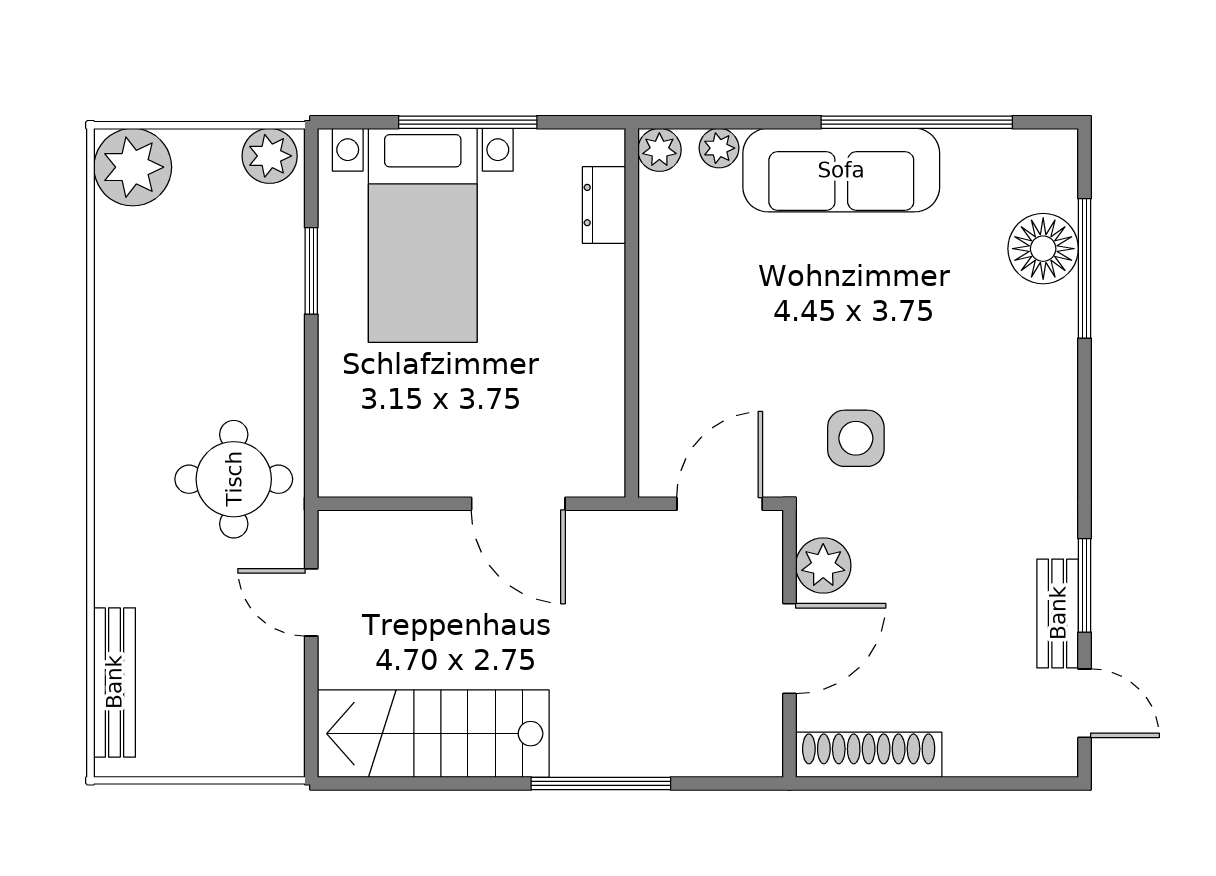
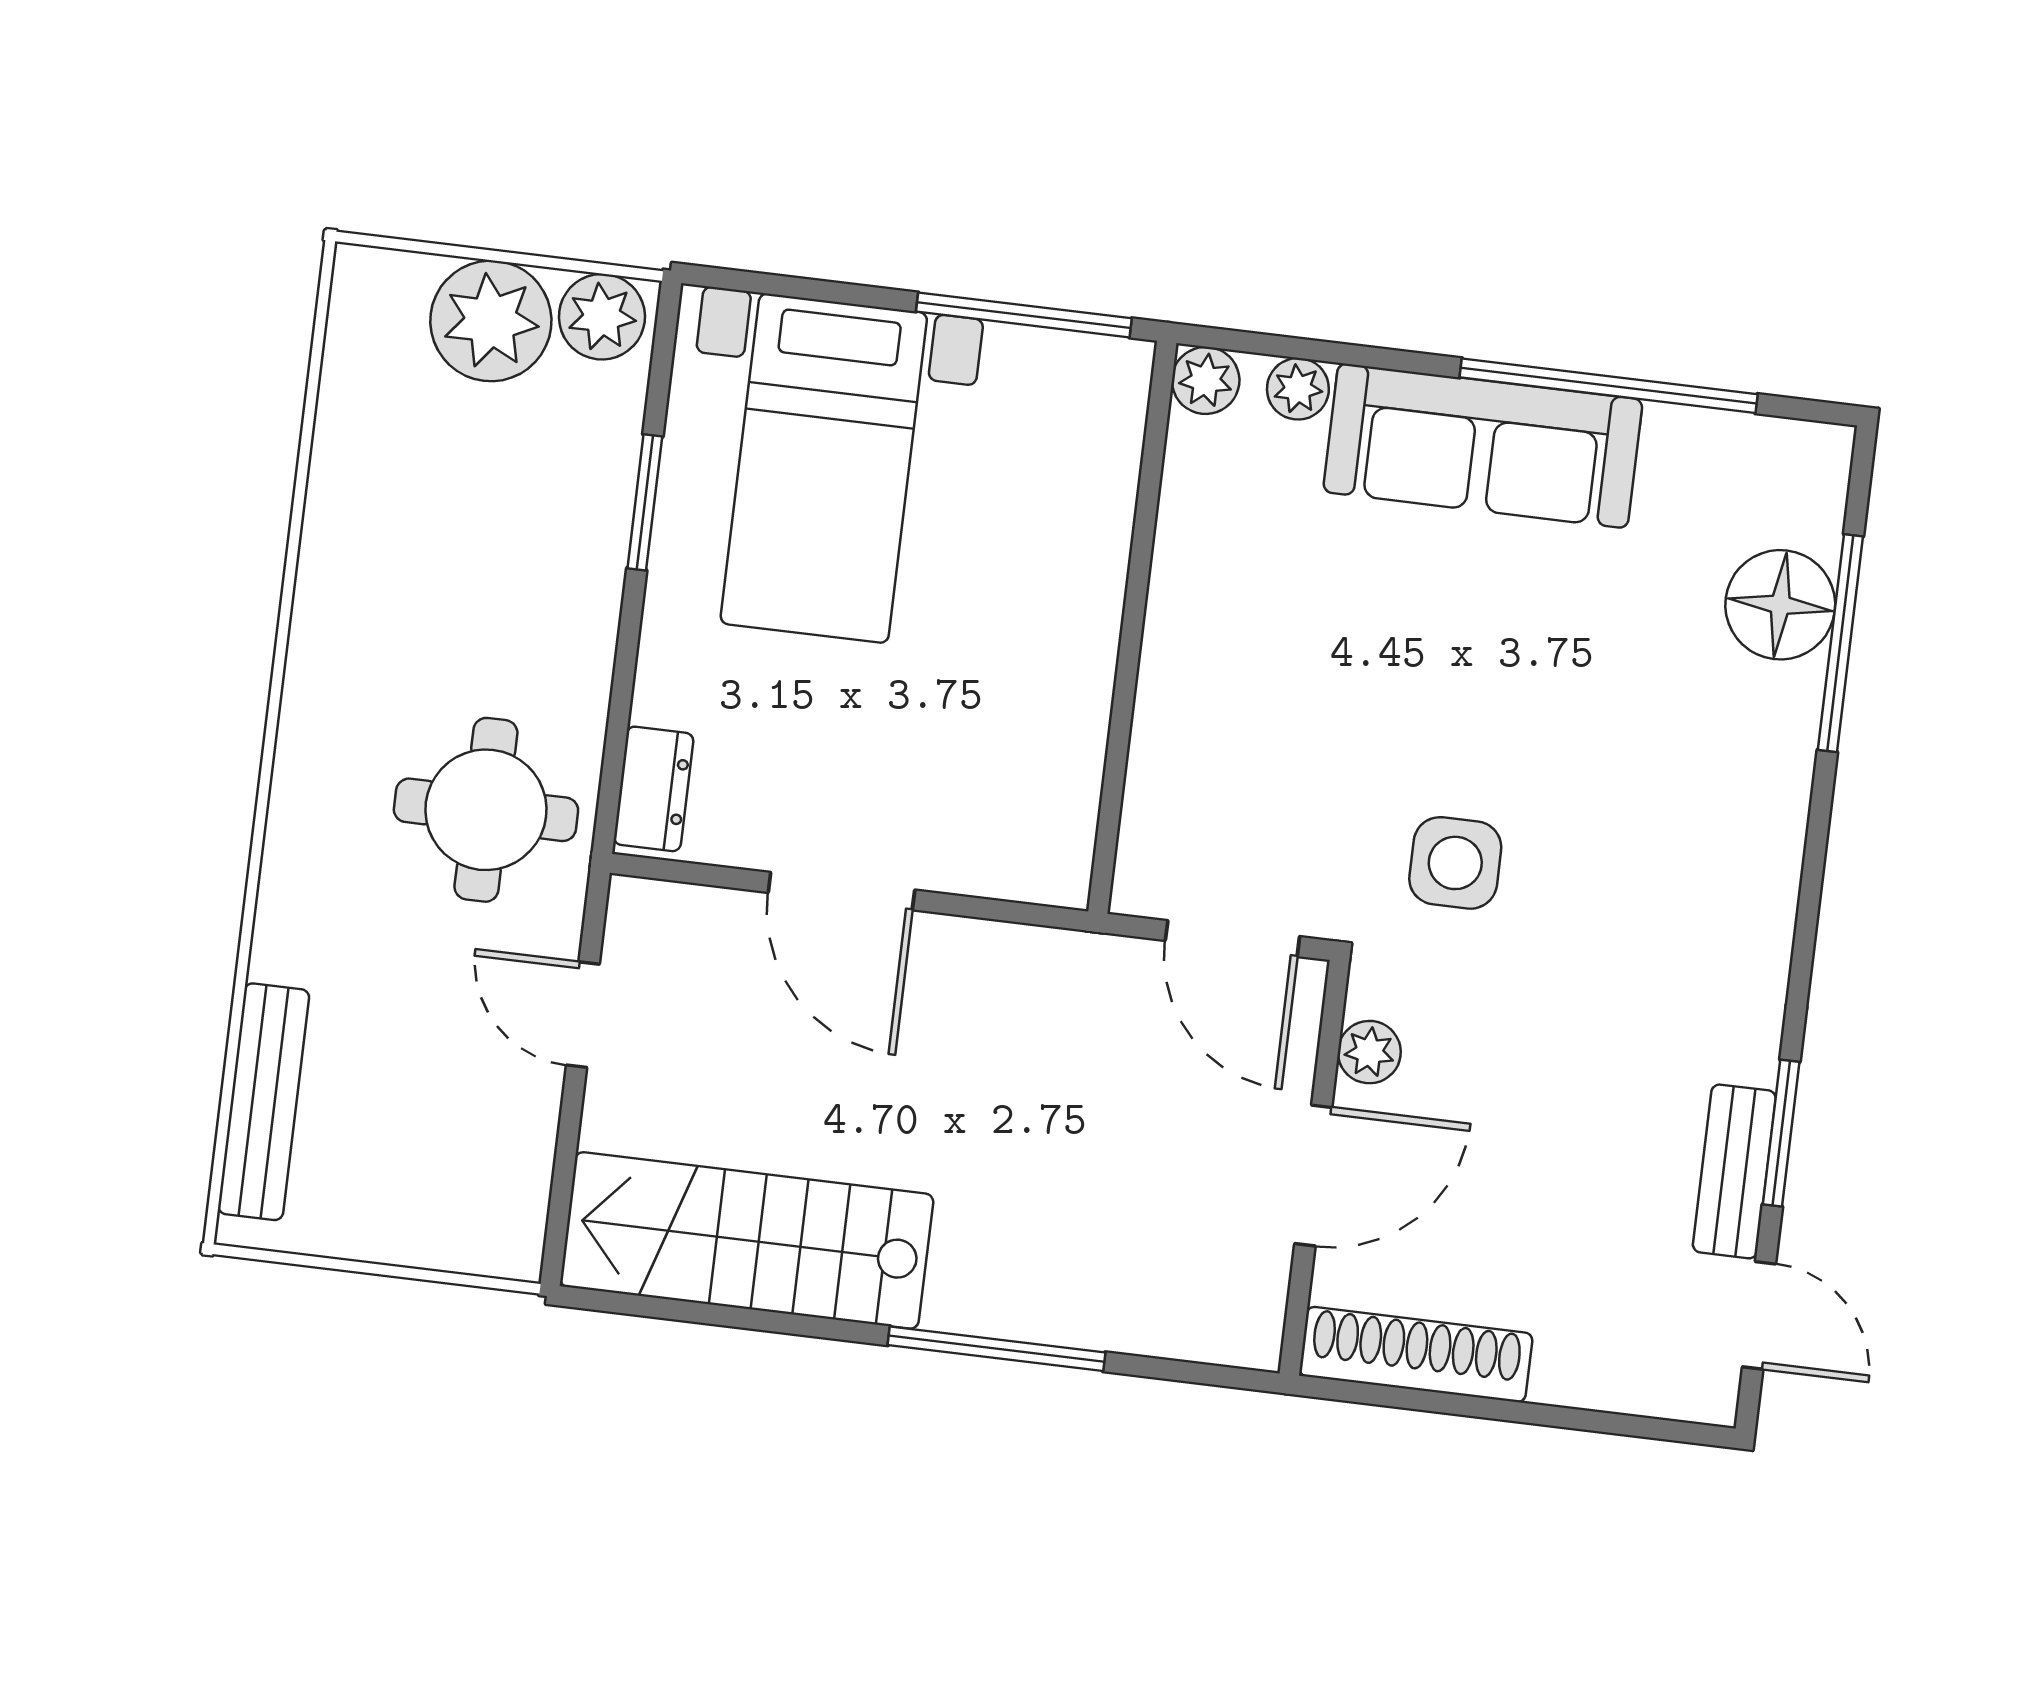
window: (468, 122) -> (1024, 315), moved
plant: (133, 167) -> (491, 321), moved
dresser: (604, 205) -> (654, 789), moved, turned 180
door: (518, 504) -> (841, 891), moved
door: (720, 504) -> (1232, 939), swing flipped
plant: (823, 566) -> (1369, 1052), width x0.73, depth x0.73

